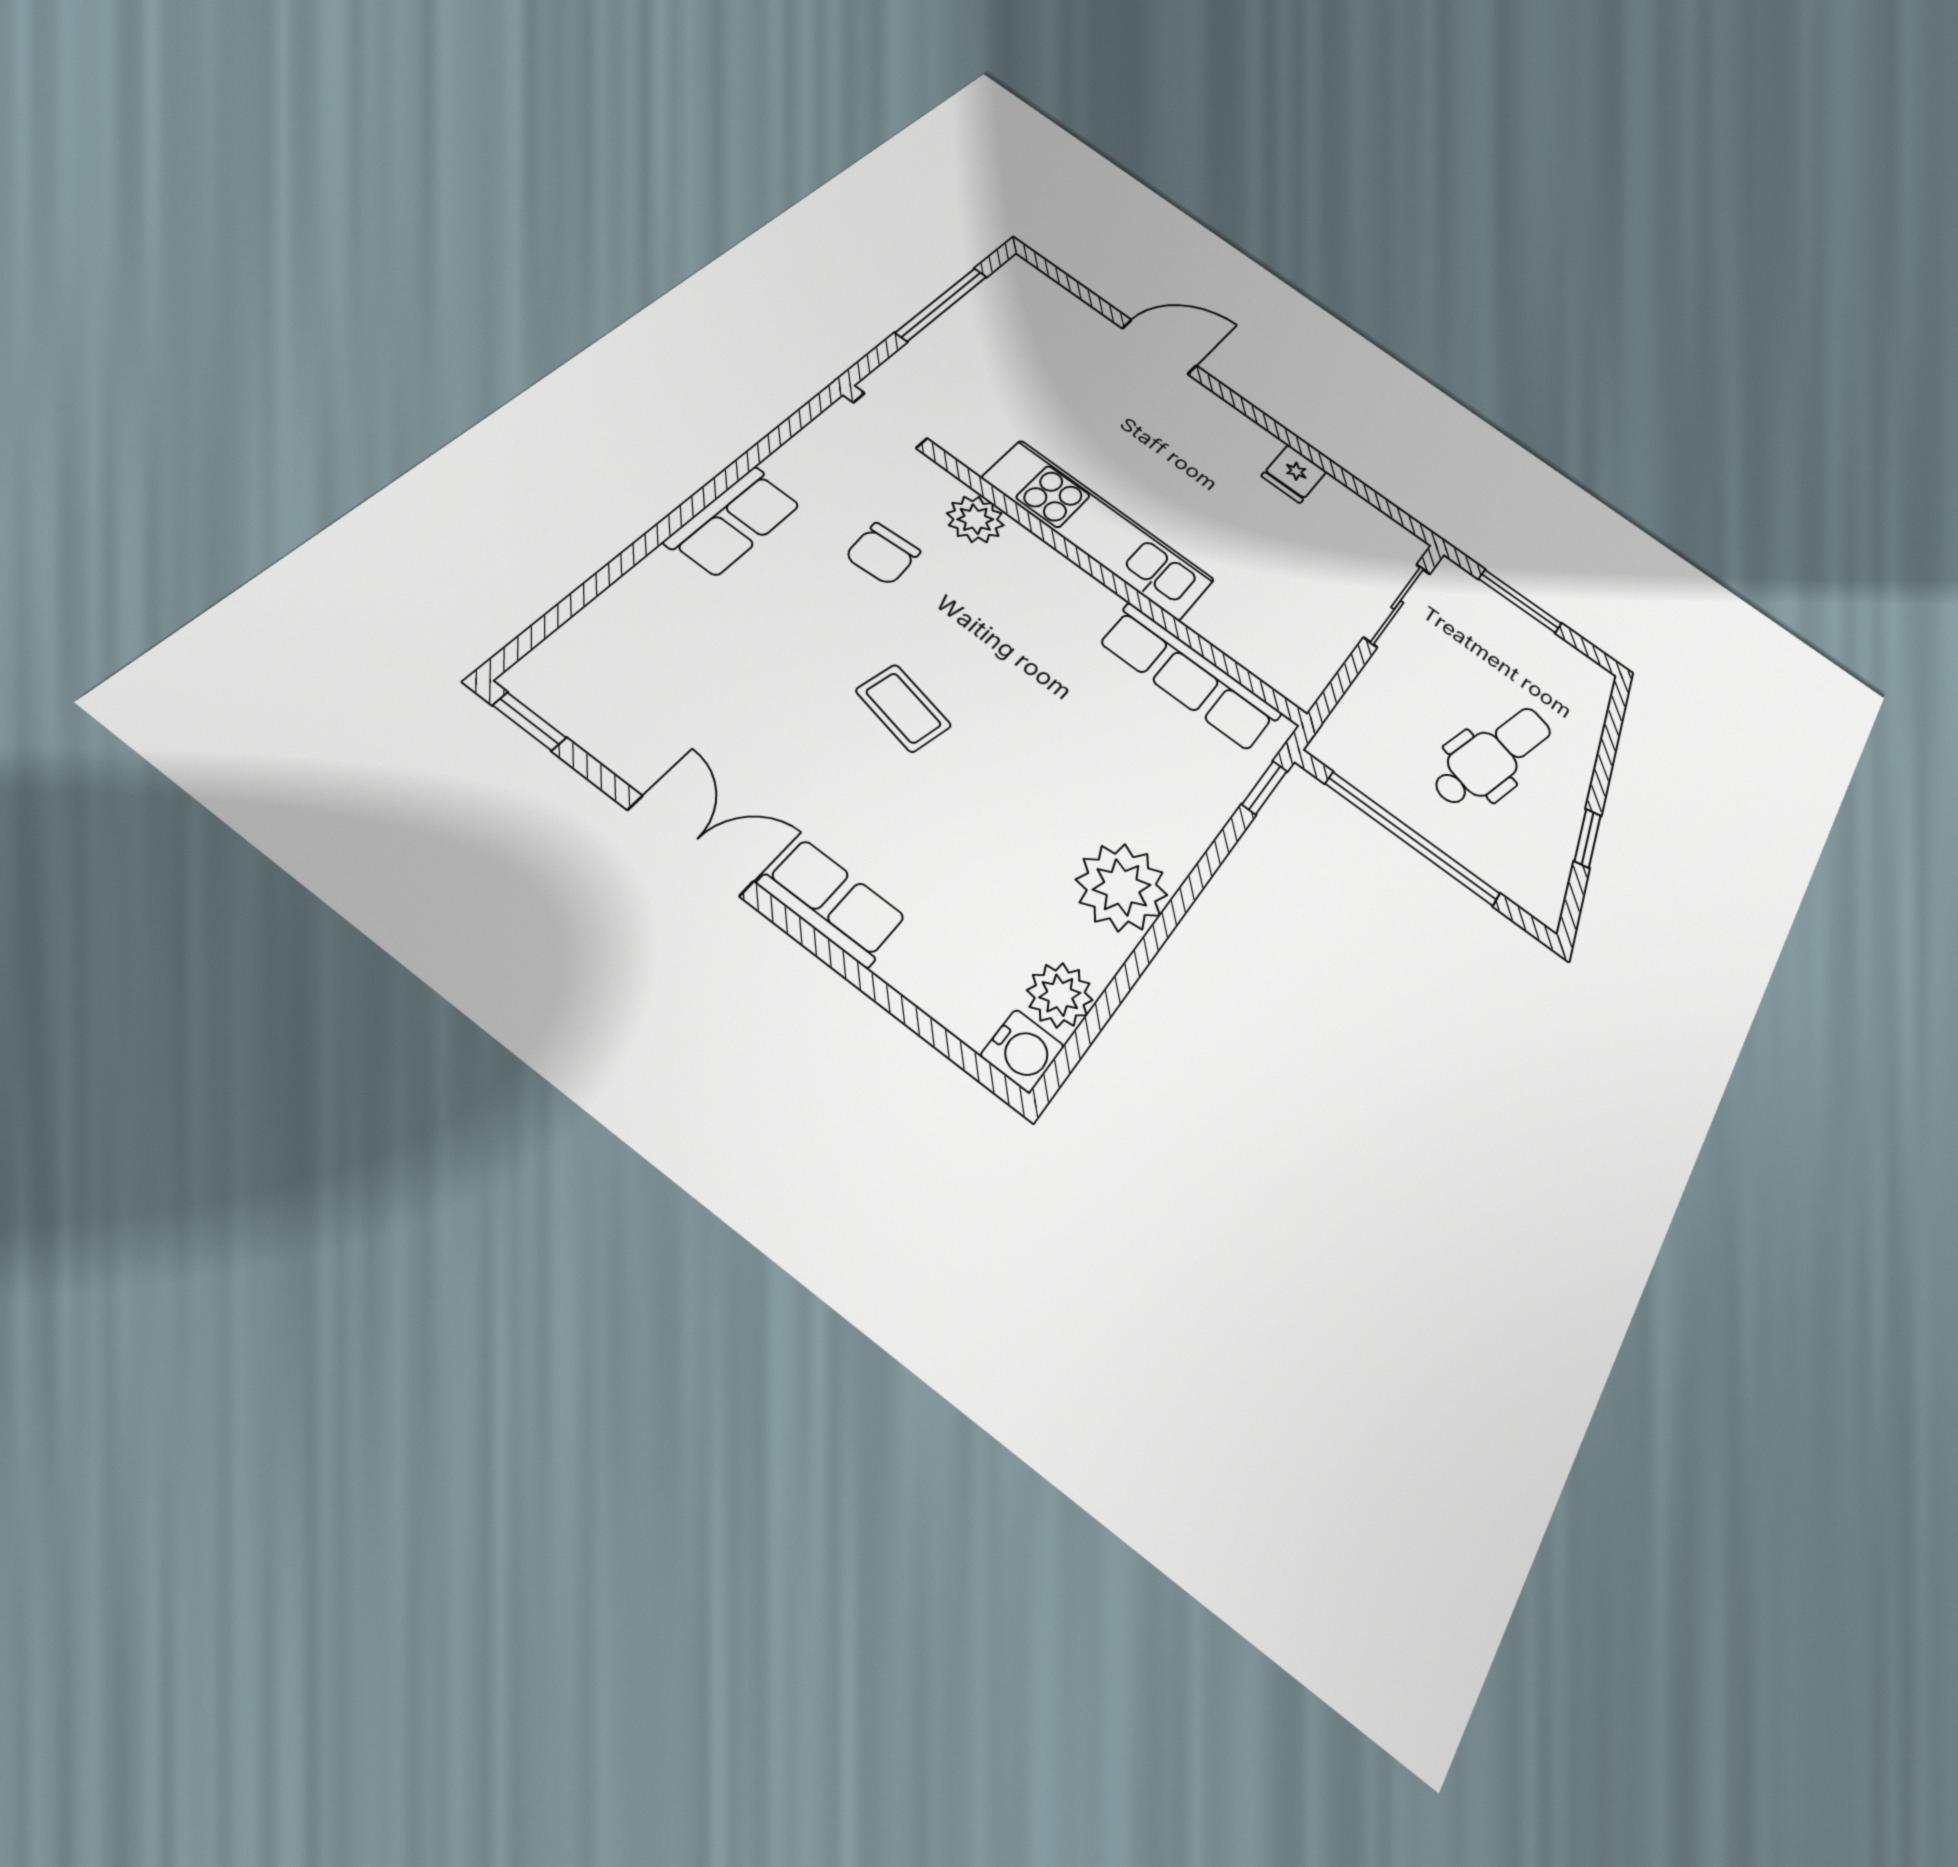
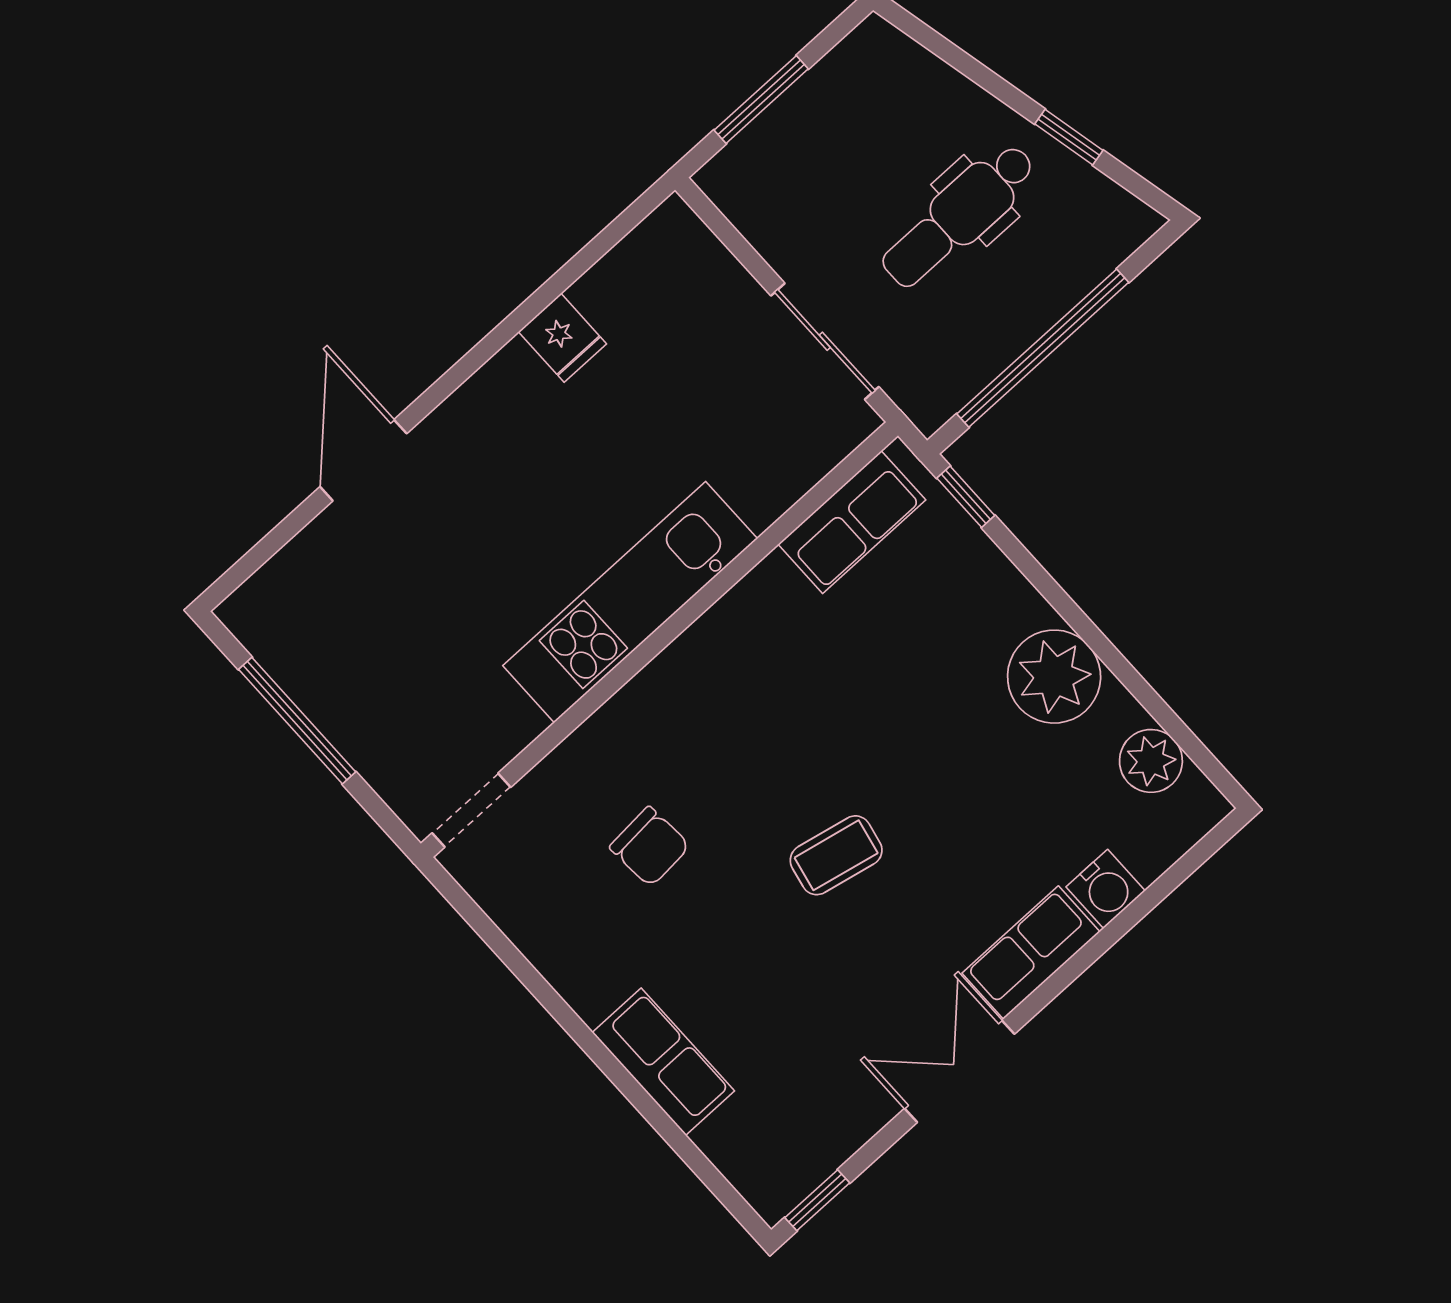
plant: (975, 519) -> (610, 739), removed
row of seats: (734, 522) -> (663, 1062), moved
sliding door: (1397, 605) -> (825, 341), moved
row of seats: (1189, 677) -> (852, 522), width x0.68
dental chair: (1493, 756) -> (959, 216), turned -106
water cooler: (1022, 1051) -> (1106, 889), moved, turned 90

